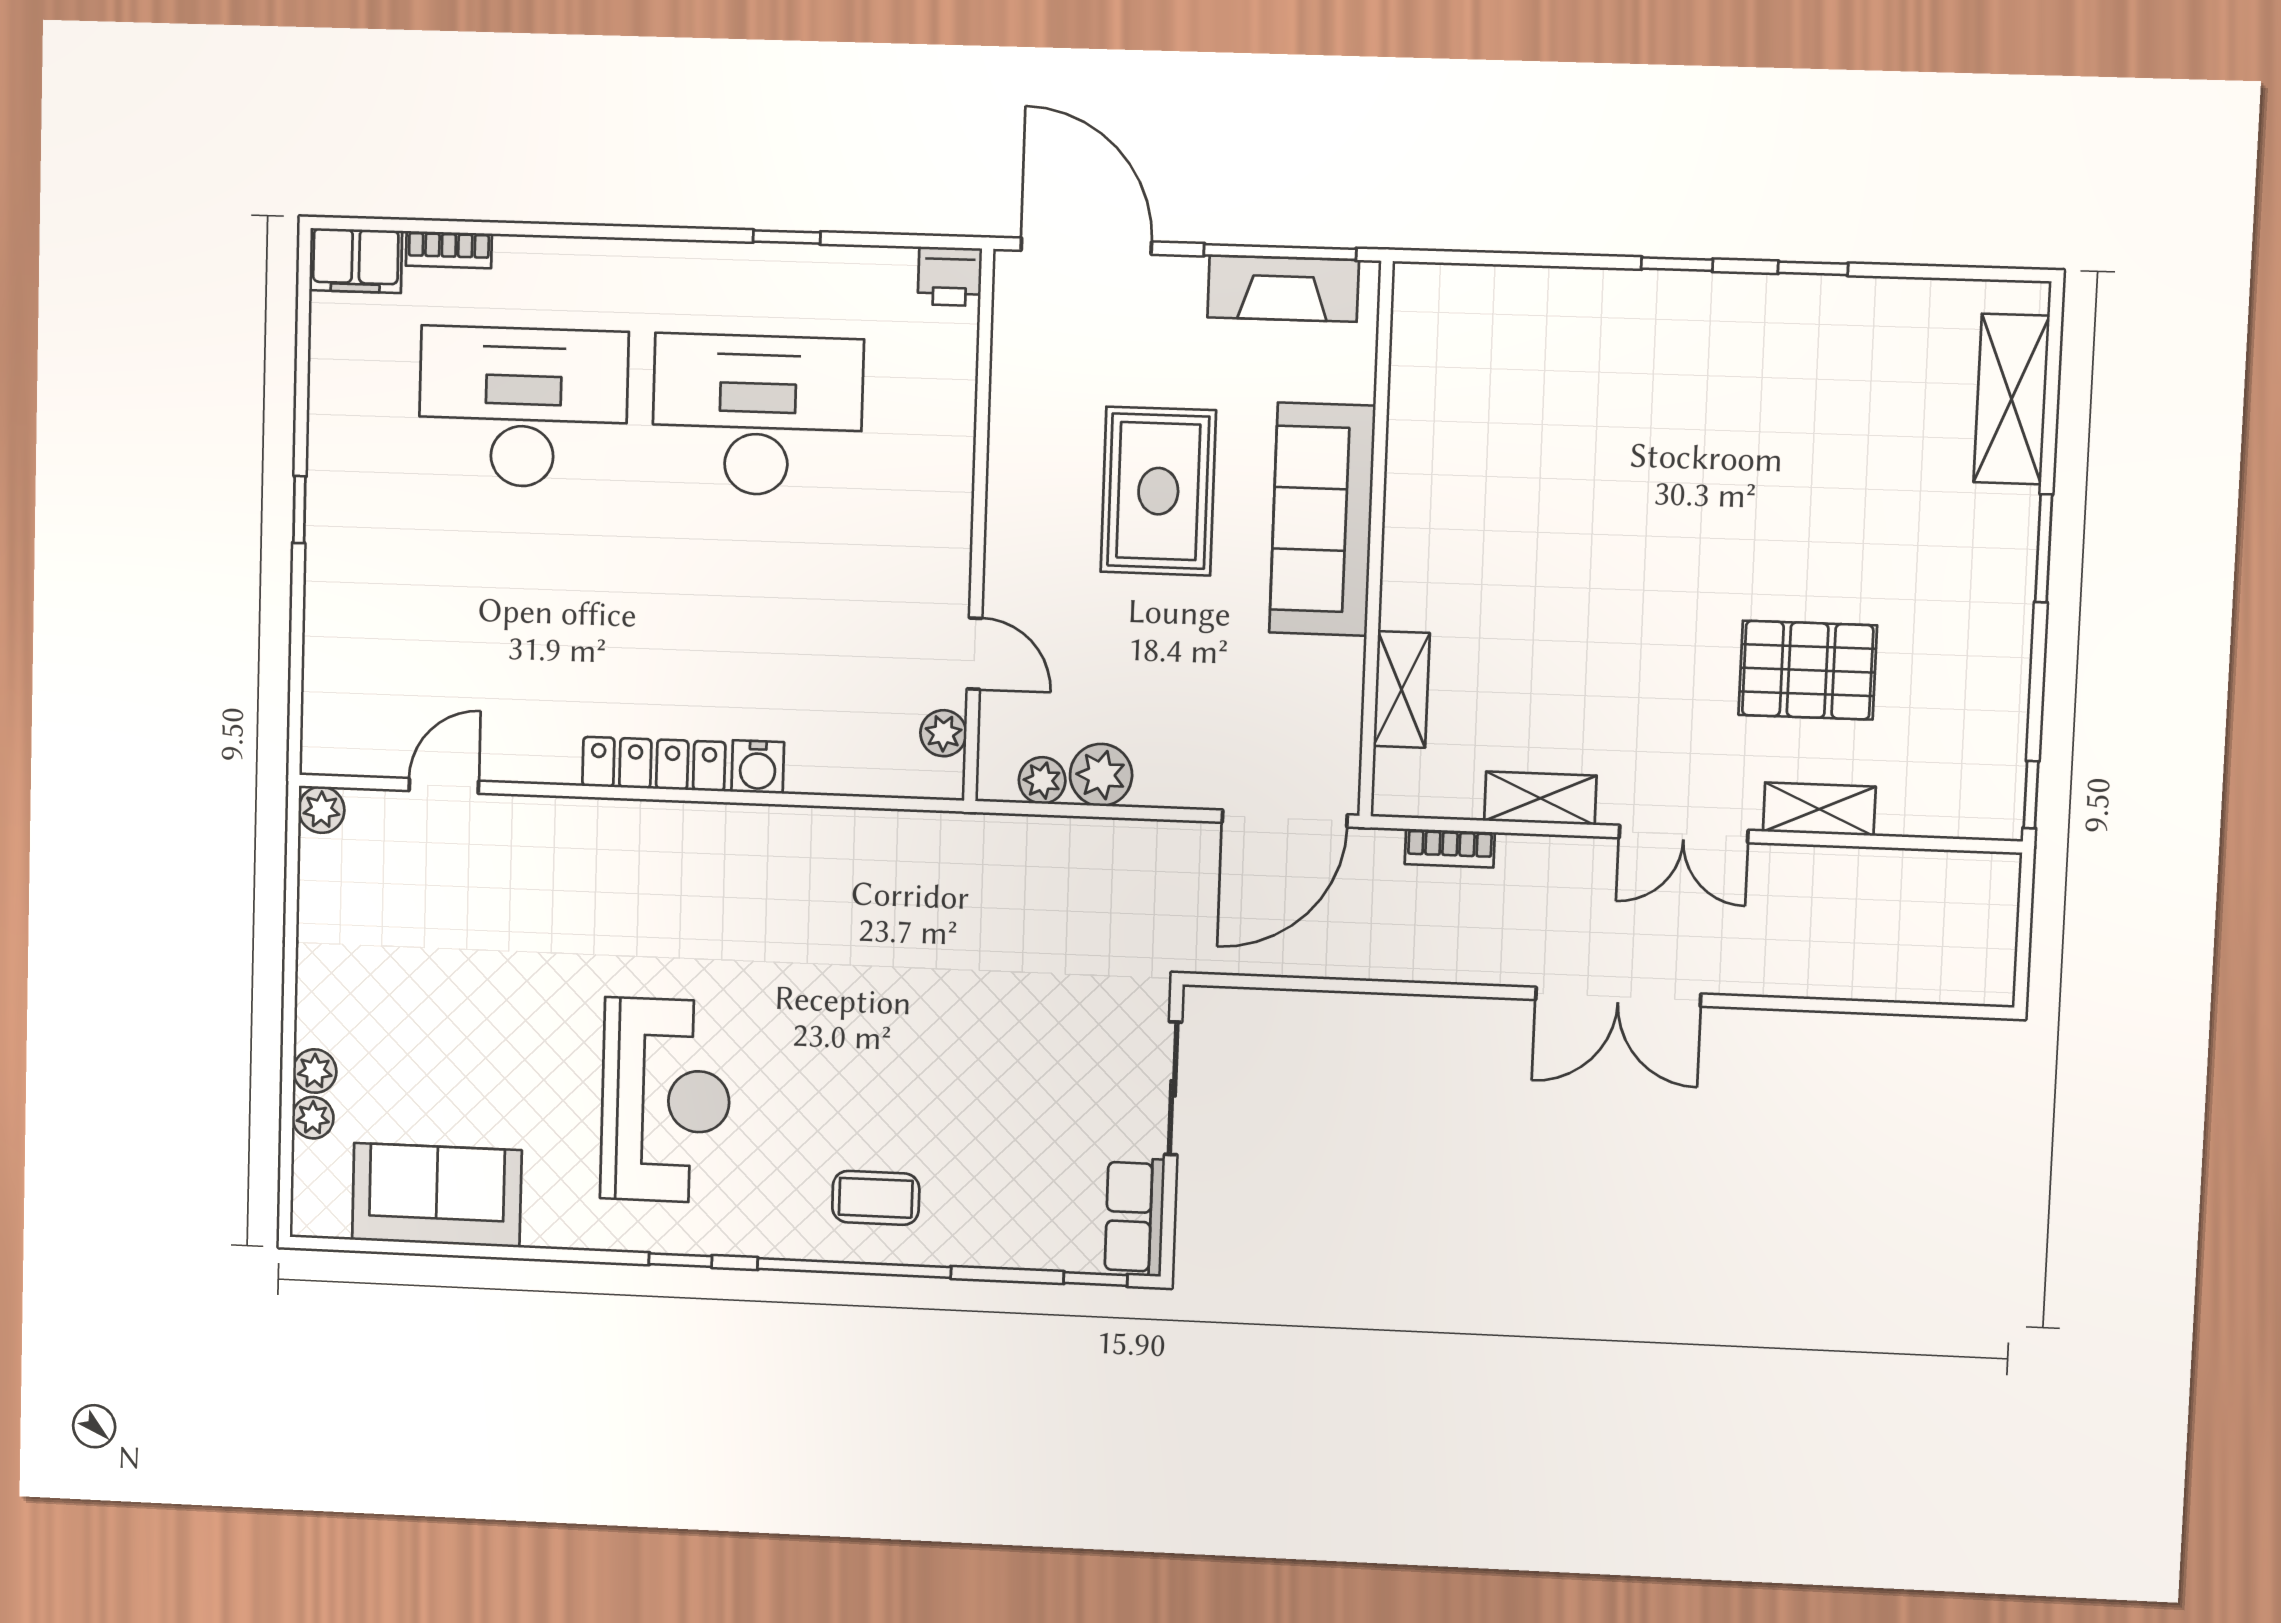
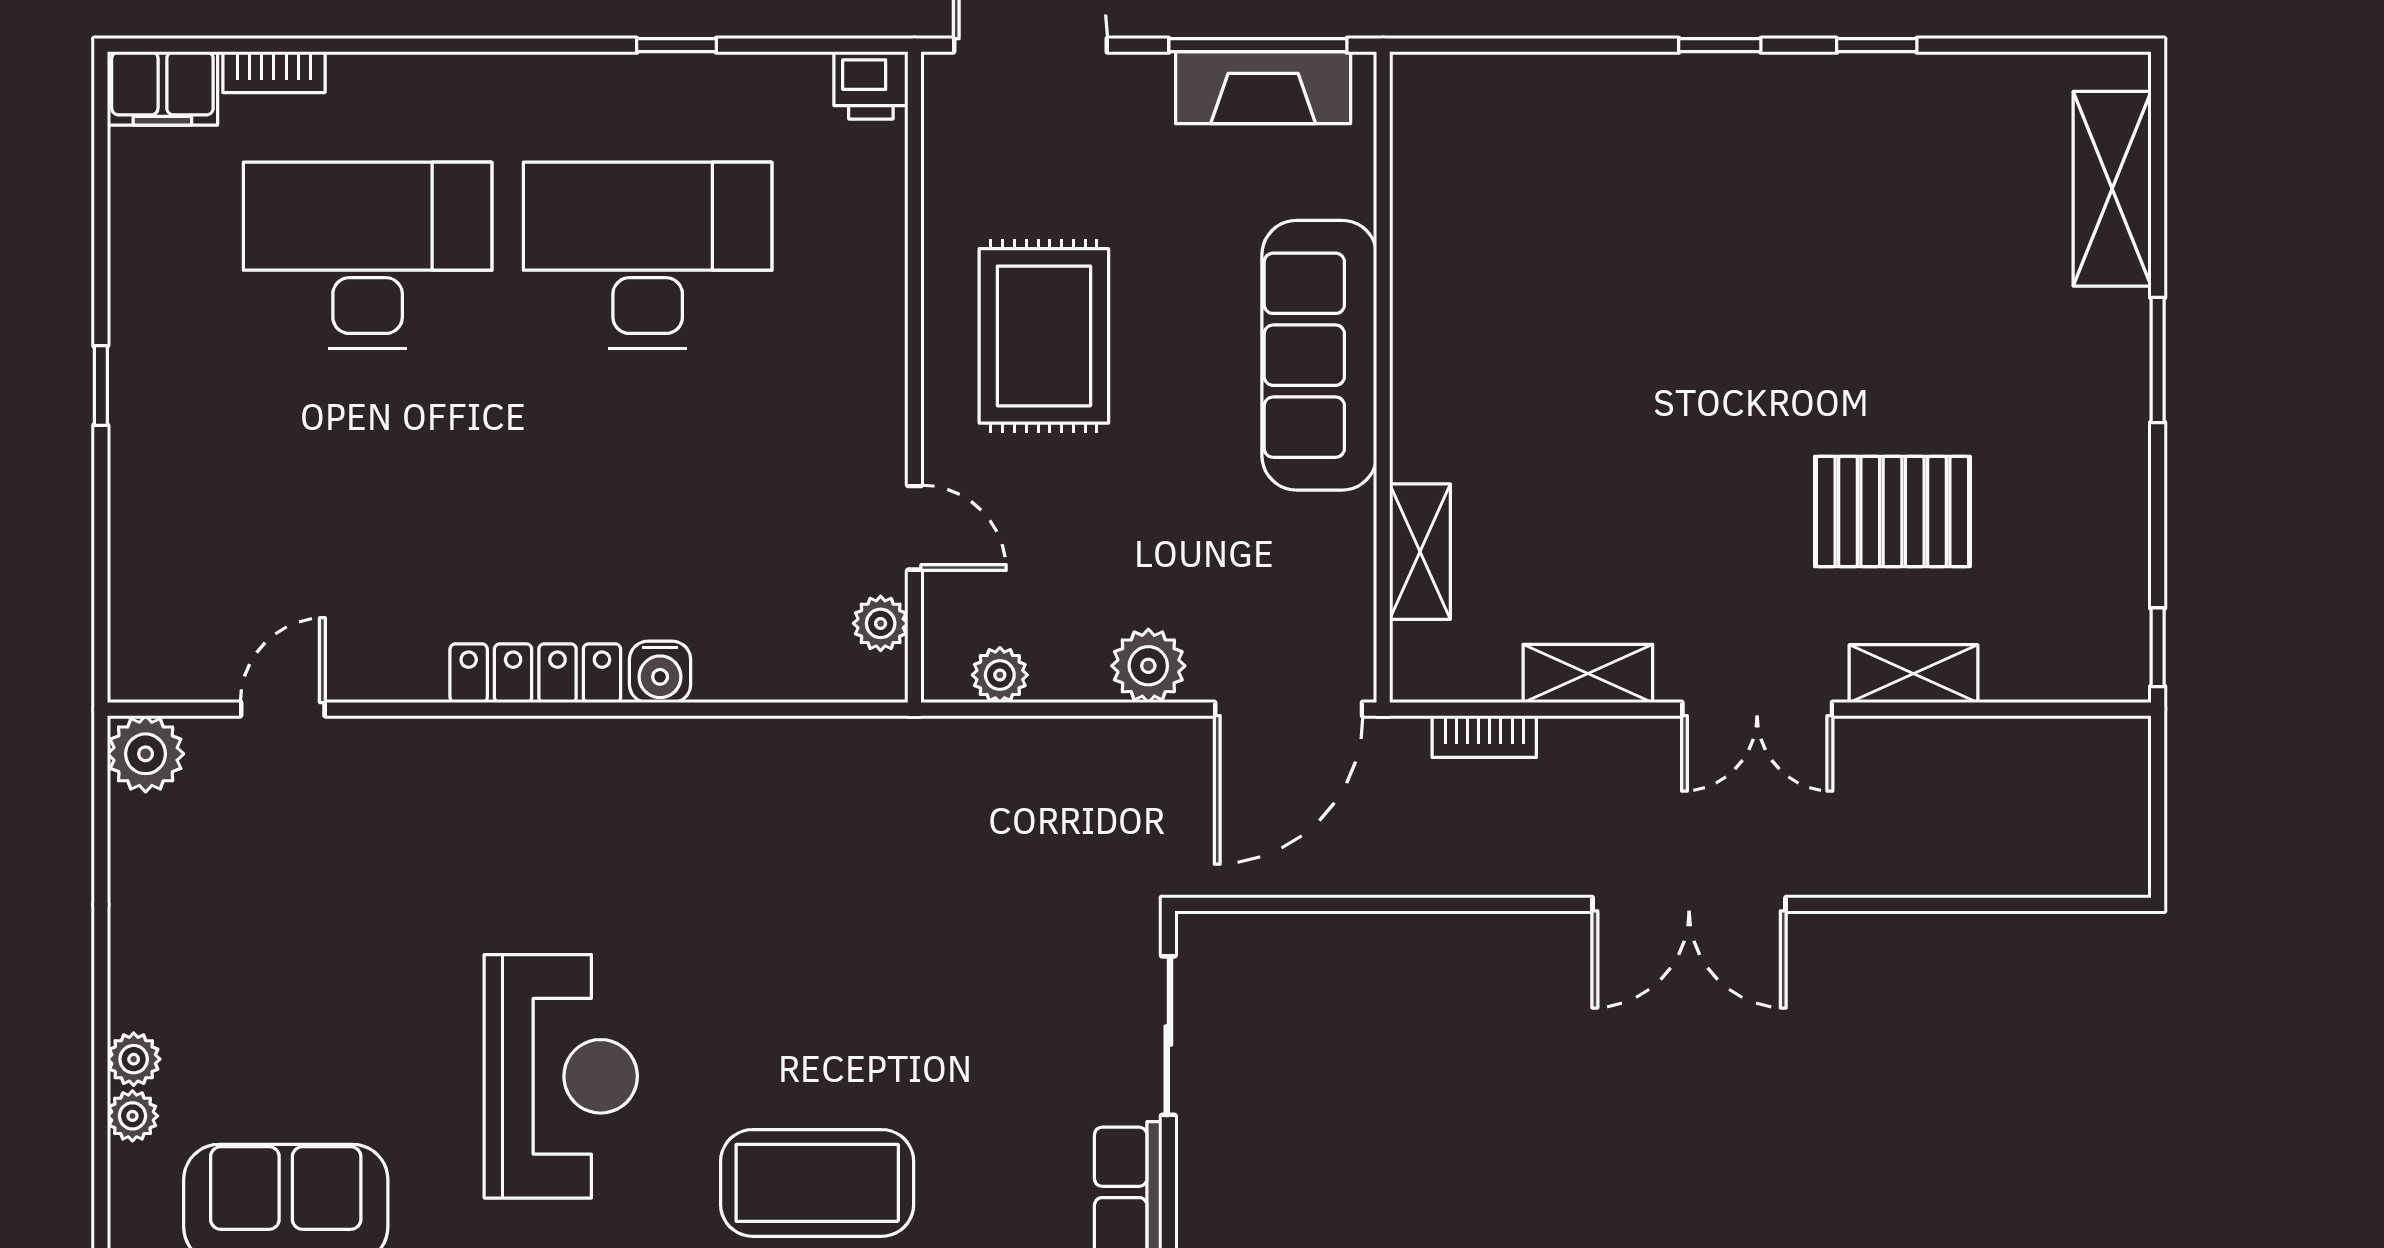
rug: (1158, 491) -> (1044, 336), moved
plant: (1101, 775) -> (1148, 666), moved
plant: (321, 810) -> (146, 754), width x1.38, depth x1.38
coffee table: (876, 1198) -> (817, 1183), width x1.86, depth x1.72

